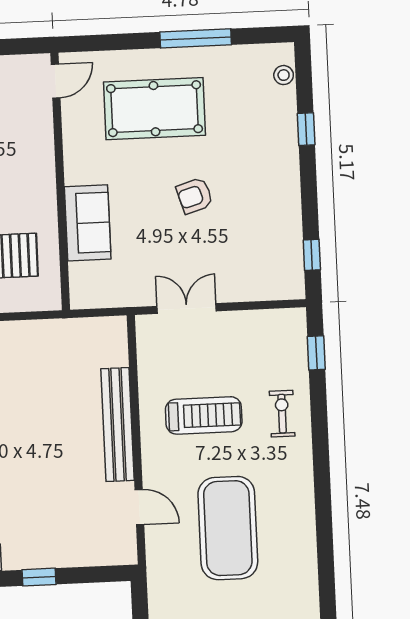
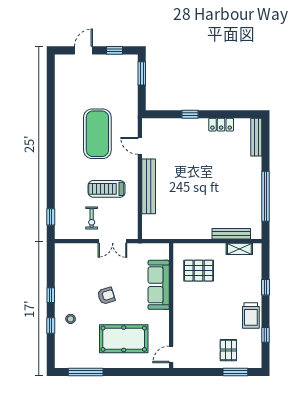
window: (196, 38) -> (86, 372), moved
stool: (284, 75) -> (71, 319), moved
sofa: (88, 223) -> (159, 285), width x1.36
window: (312, 255) -> (51, 295), moved
exercise bike: (282, 414) -> (92, 218), moved

